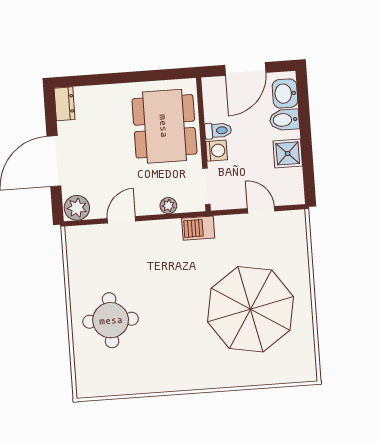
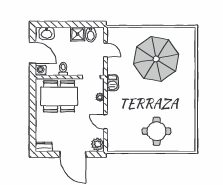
bidet: (284, 120) -> (91, 35), moved
washing machine: (217, 151) -> (41, 71), moved
door: (261, 210) -> (105, 50), swing flipped

